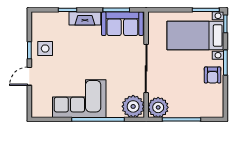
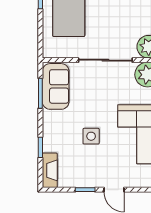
fireplace: (85, 18) -> (50, 170), moved
side table: (45, 49) -> (91, 136), moved

